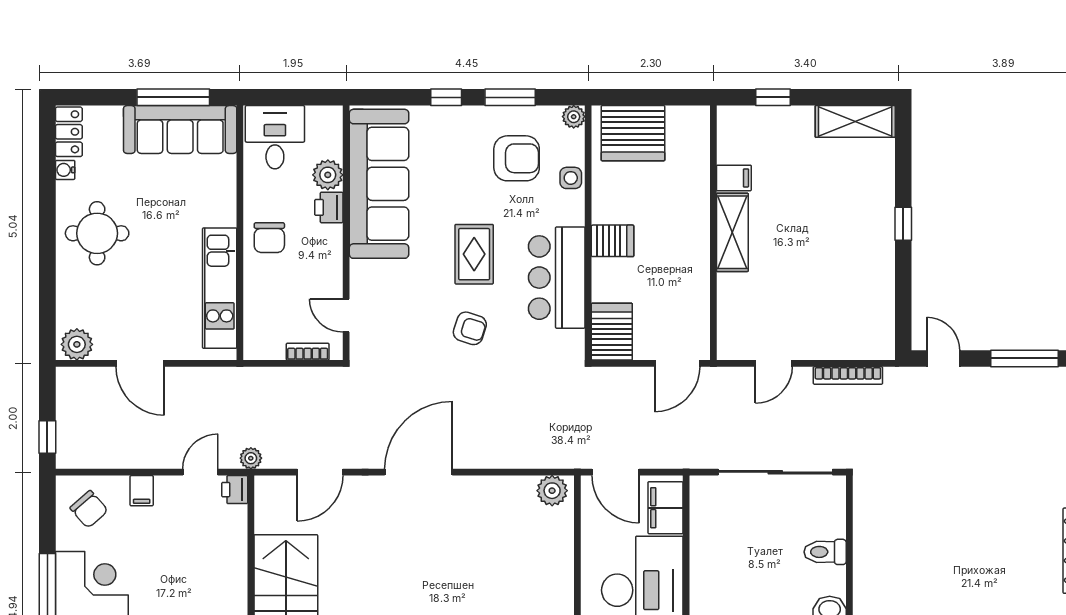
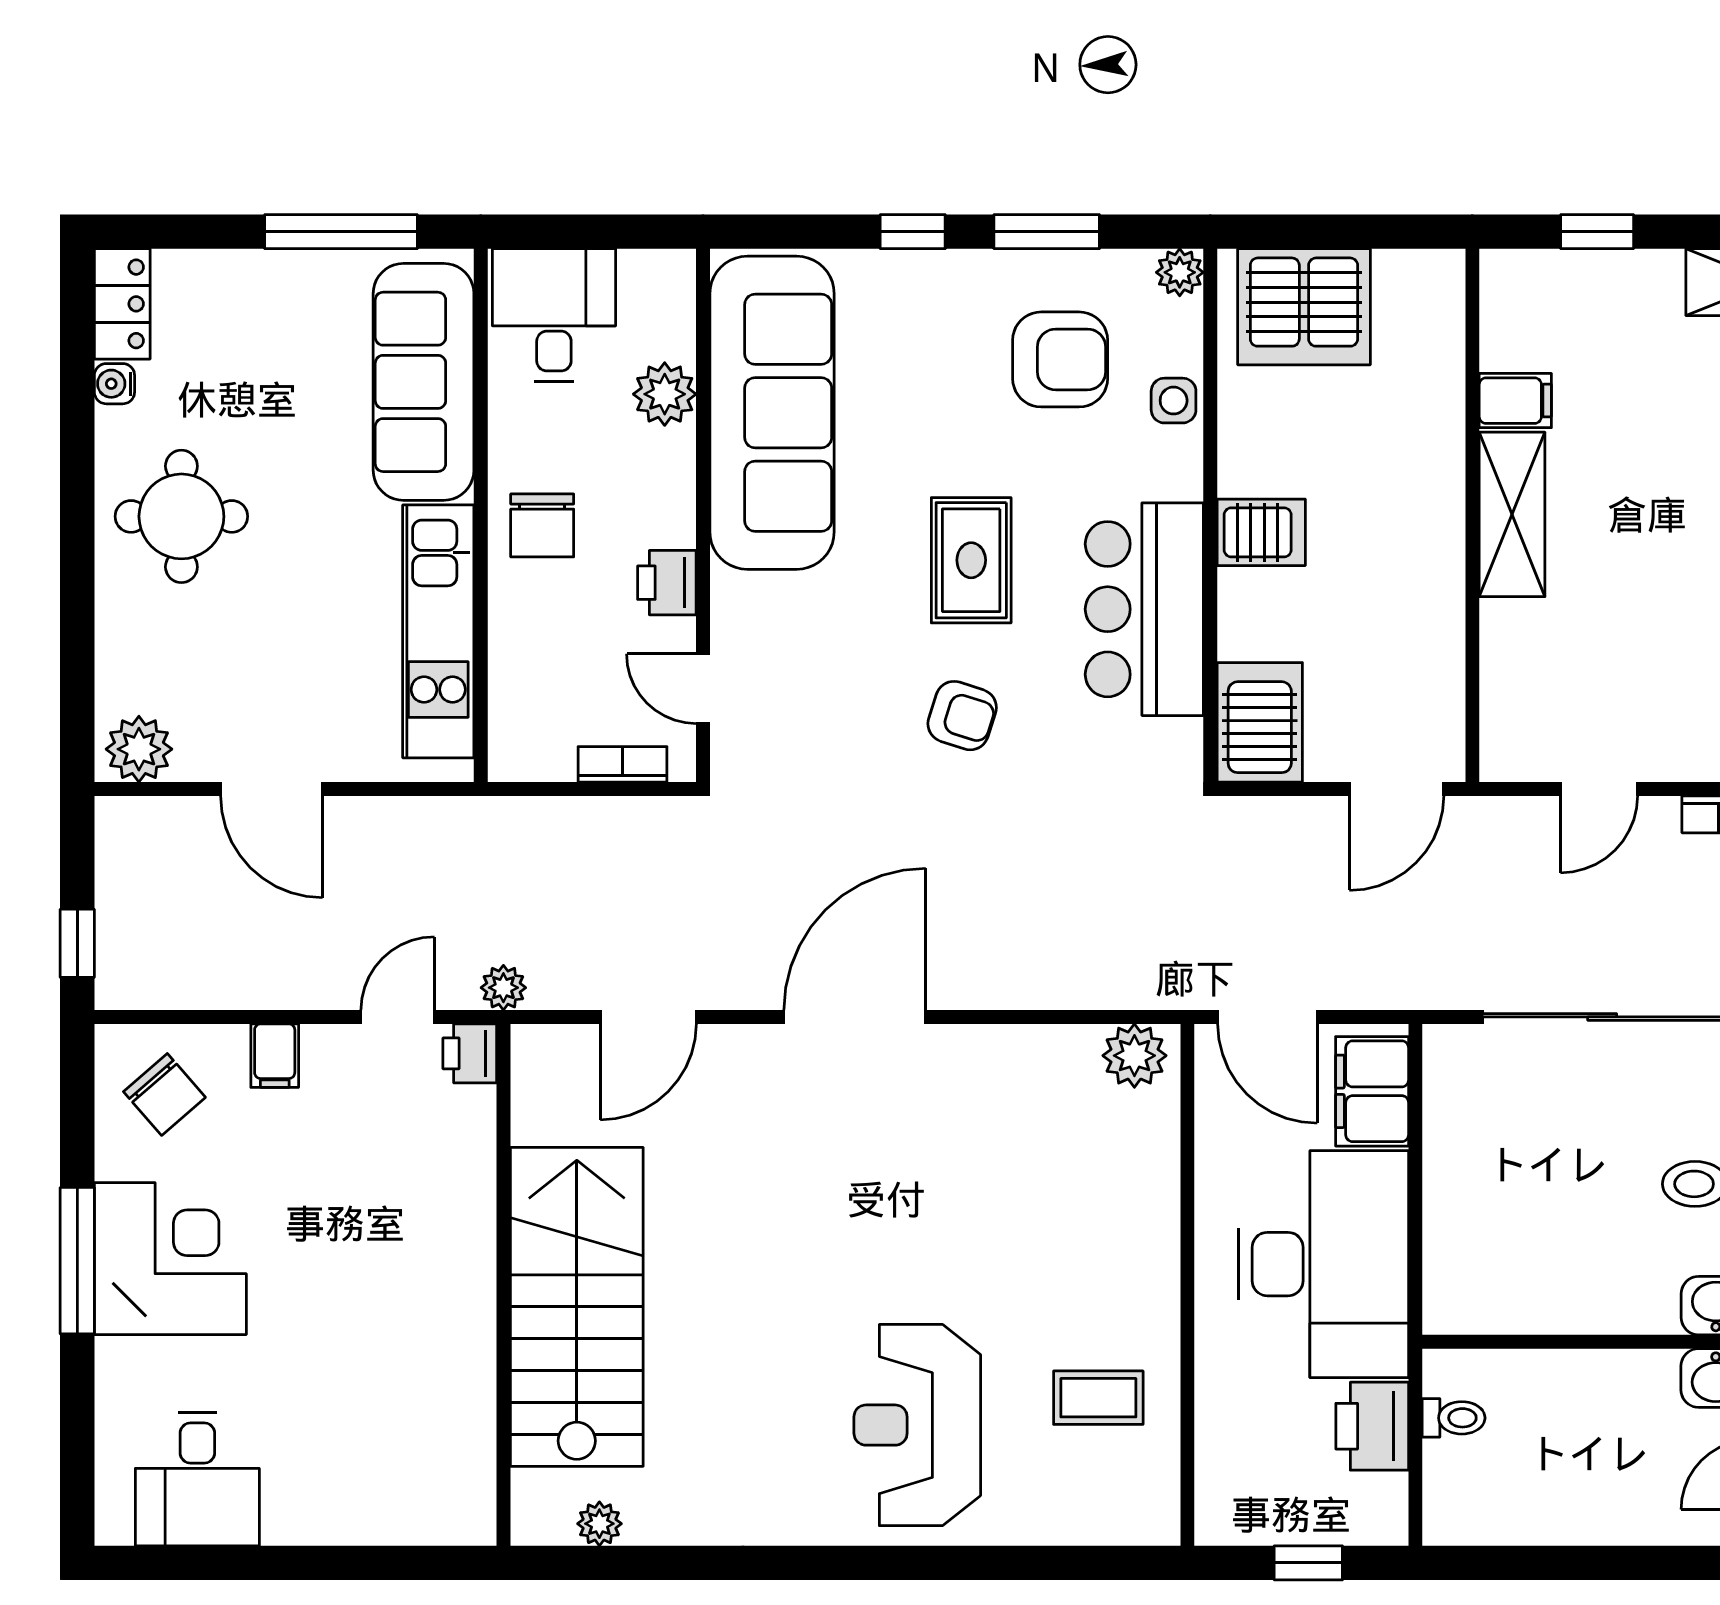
sofa: (180, 129) -> (424, 382), moved, turned 90
printer: (329, 207) -> (667, 583), moved

